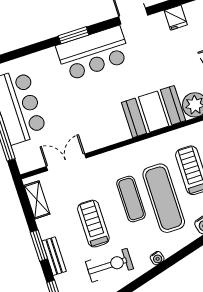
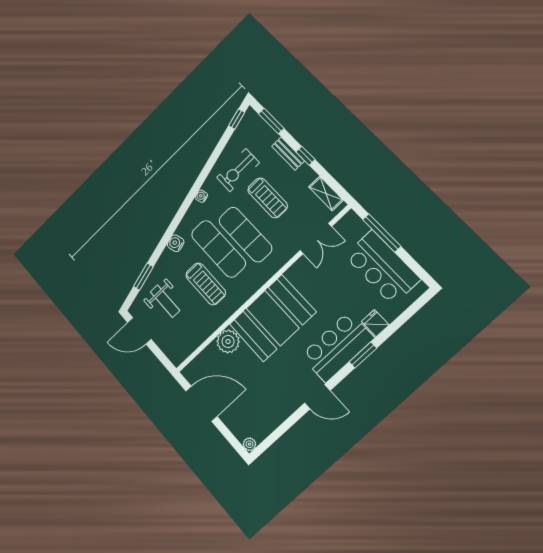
fridge: (176, 18) -> (375, 323), moved
booth: (154, 112) -> (273, 318), width x1.36, depth x1.42
exercise mat: (131, 199) -> (245, 235), width x1.36, depth x1.45
window: (39, 246) -> (305, 156), width x0.67

